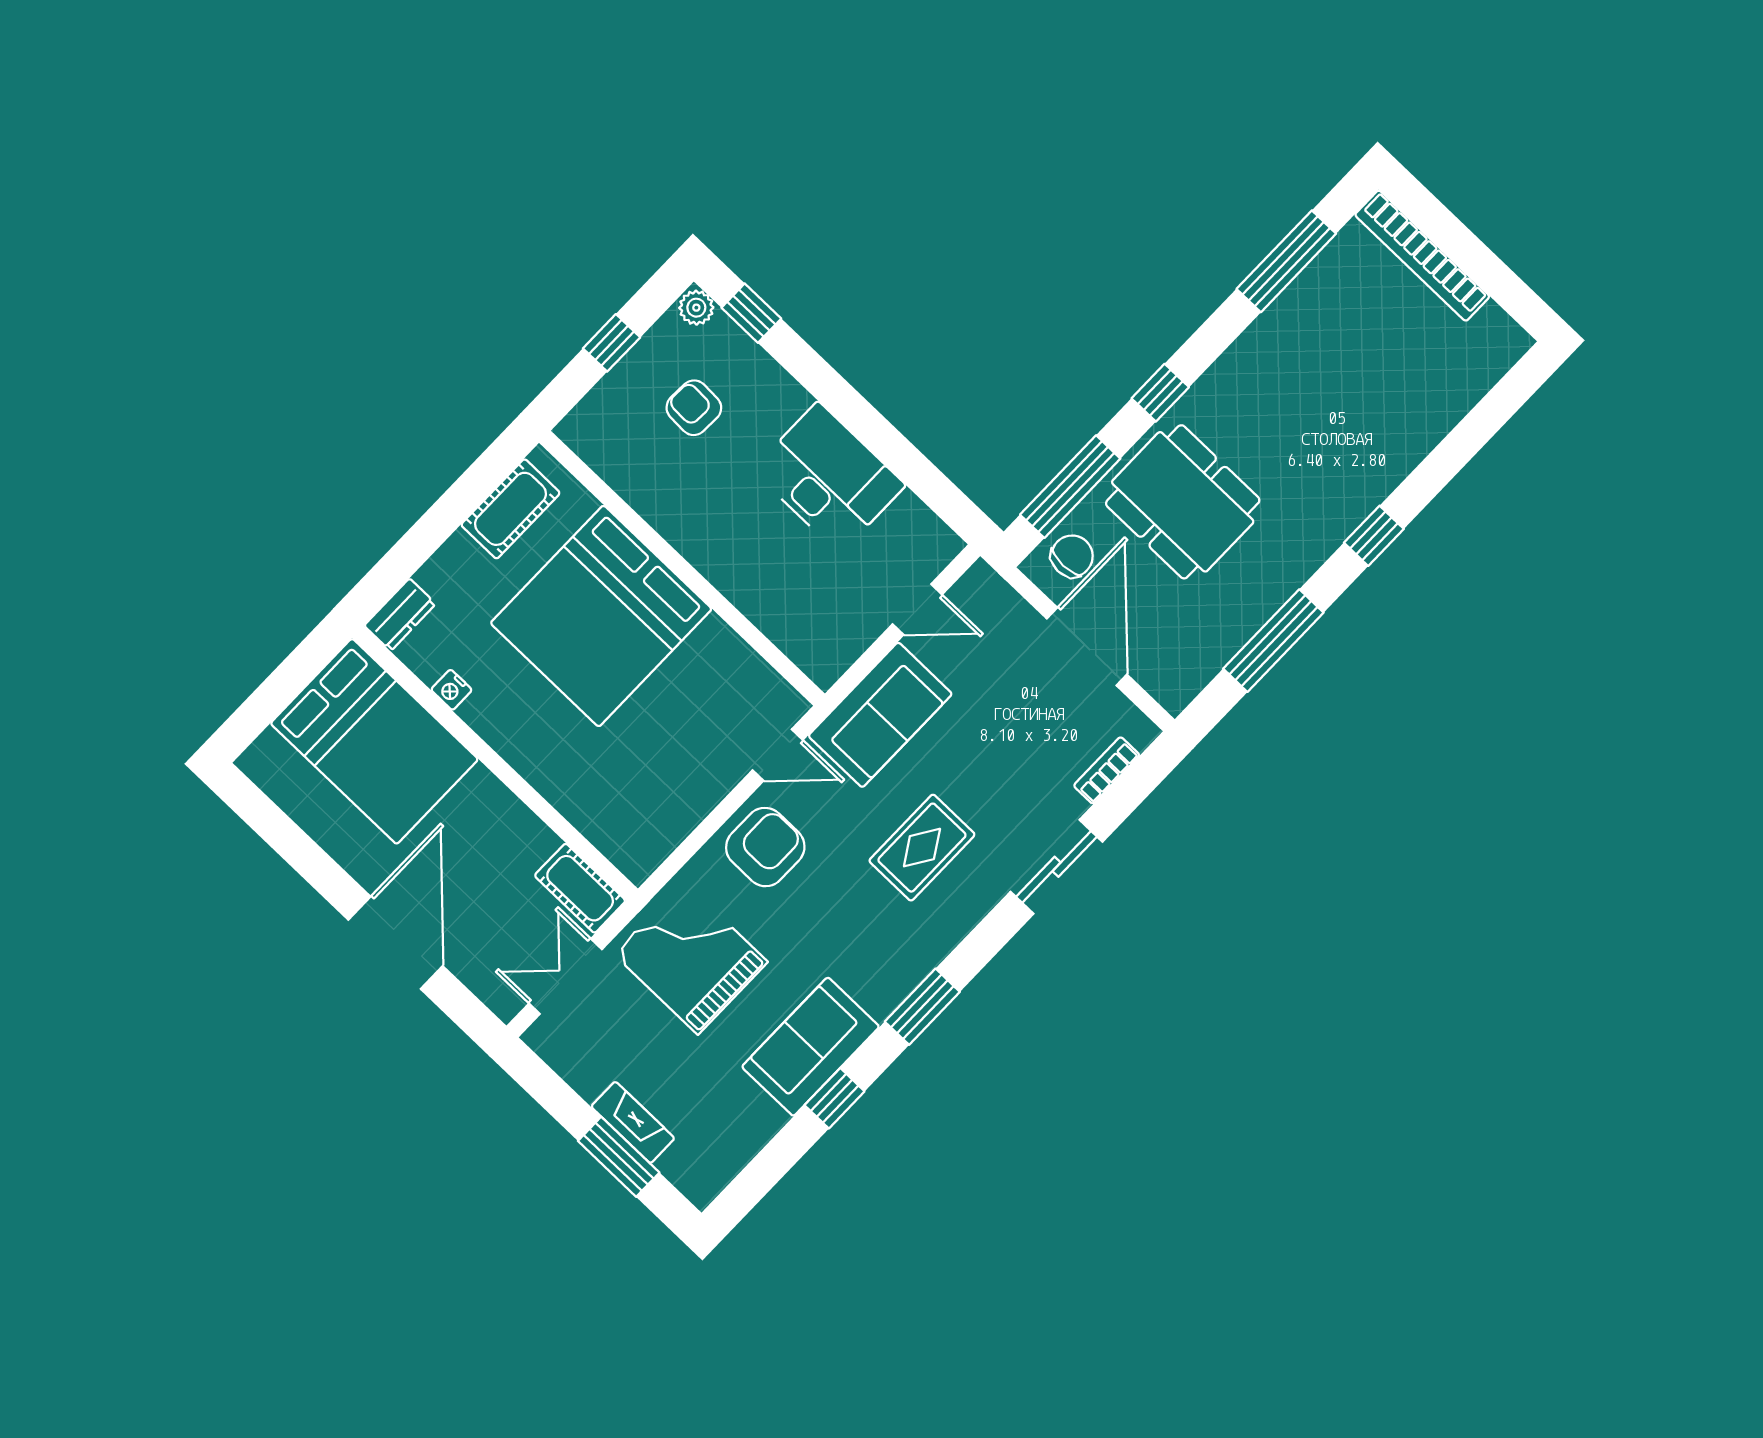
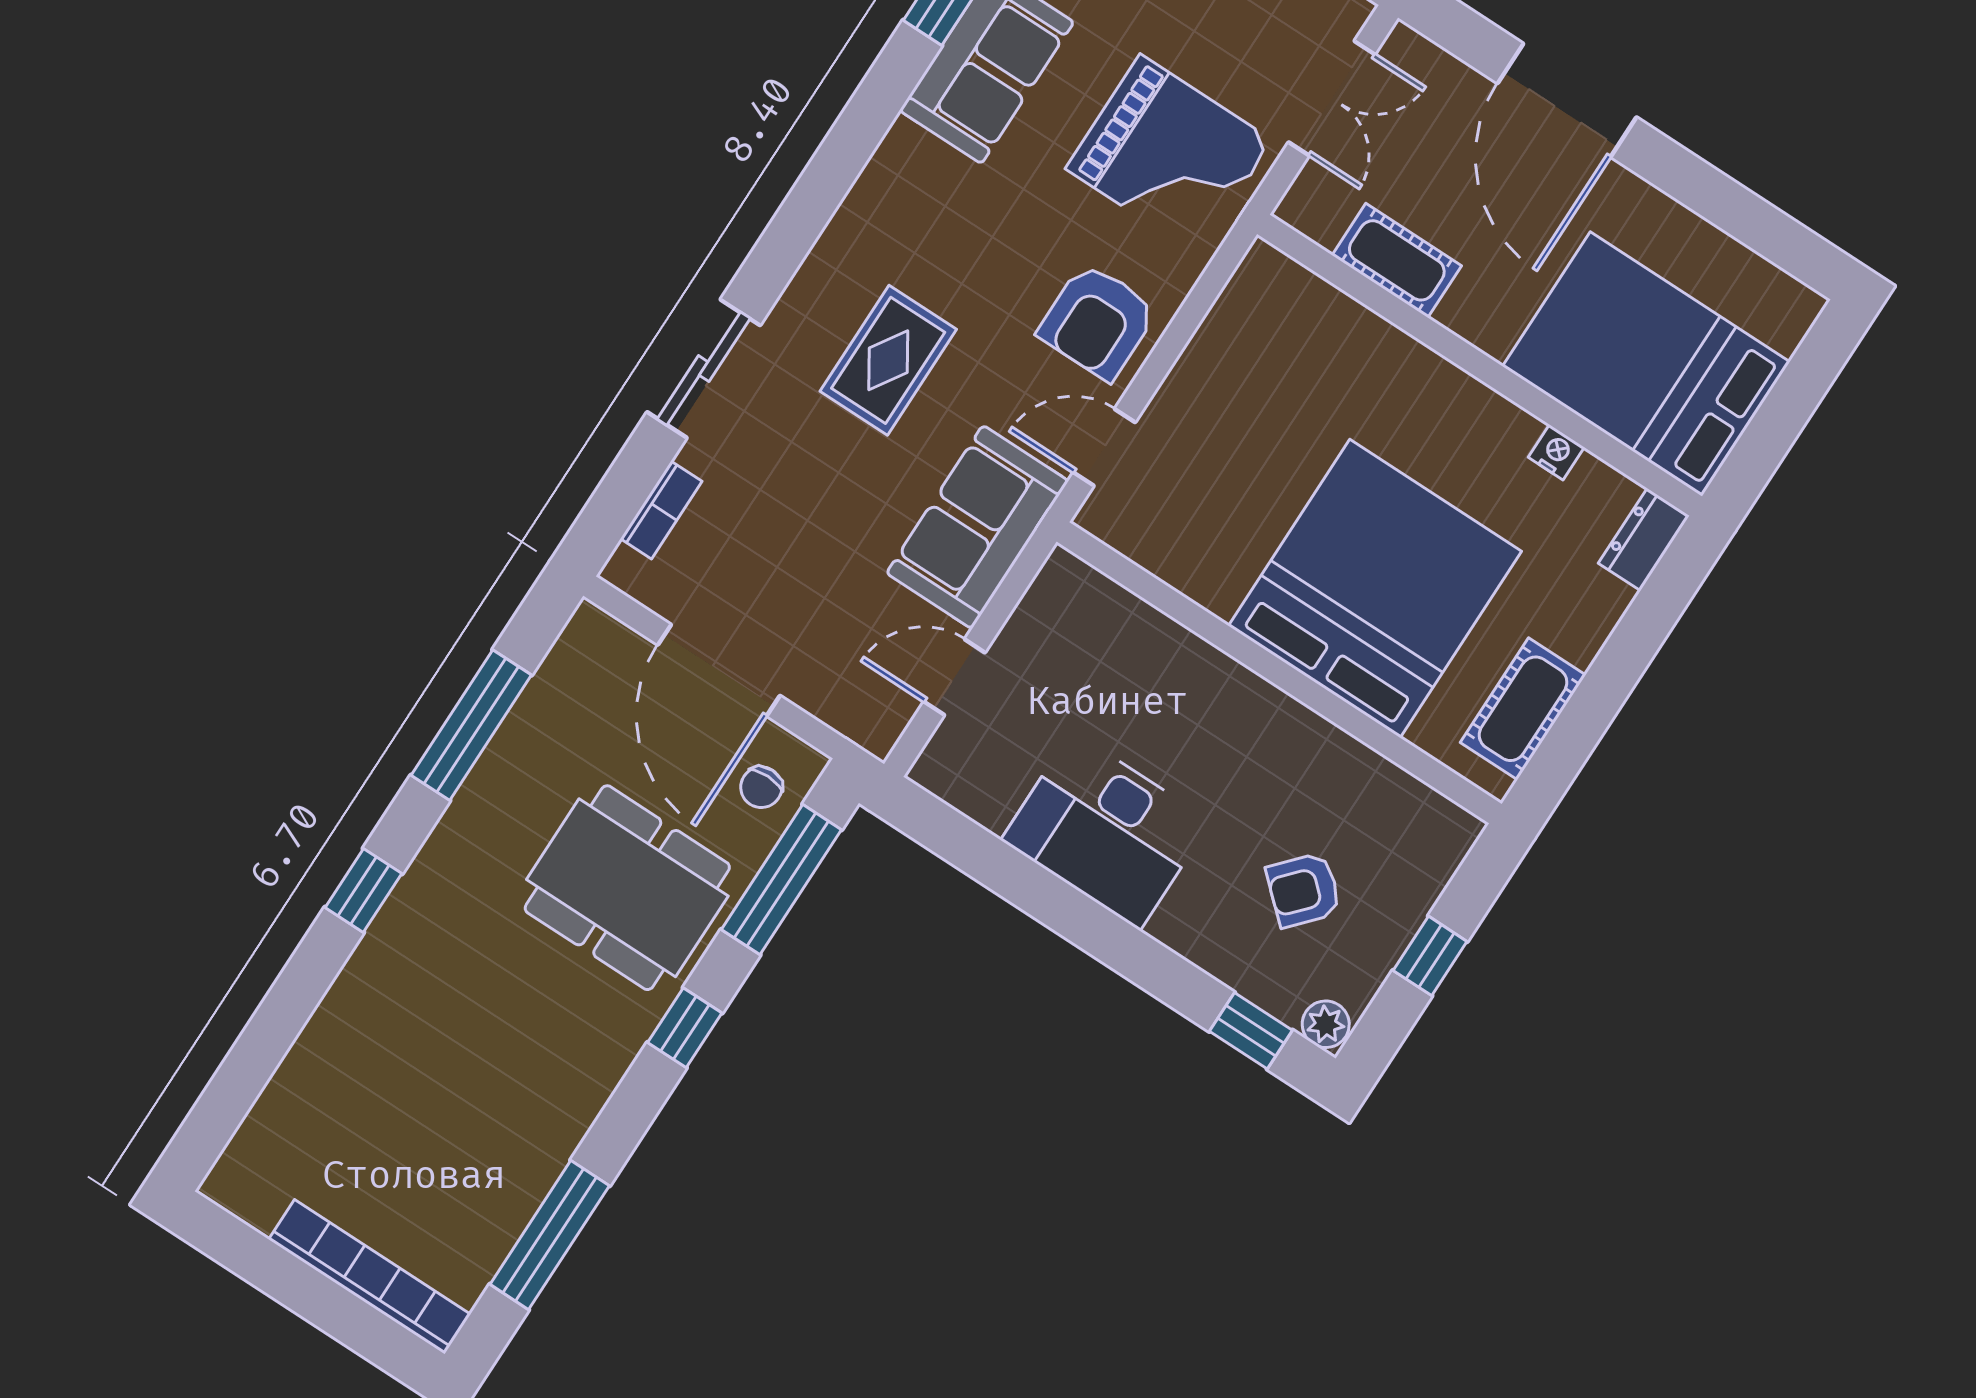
armchair: (694, 408) -> (1304, 890), turned 130
chair: (1072, 556) -> (761, 787), width x0.73, depth x0.73
cot: (580, 888) -> (1397, 260), moved
window: (922, 1007) -> (848, 148), removed

